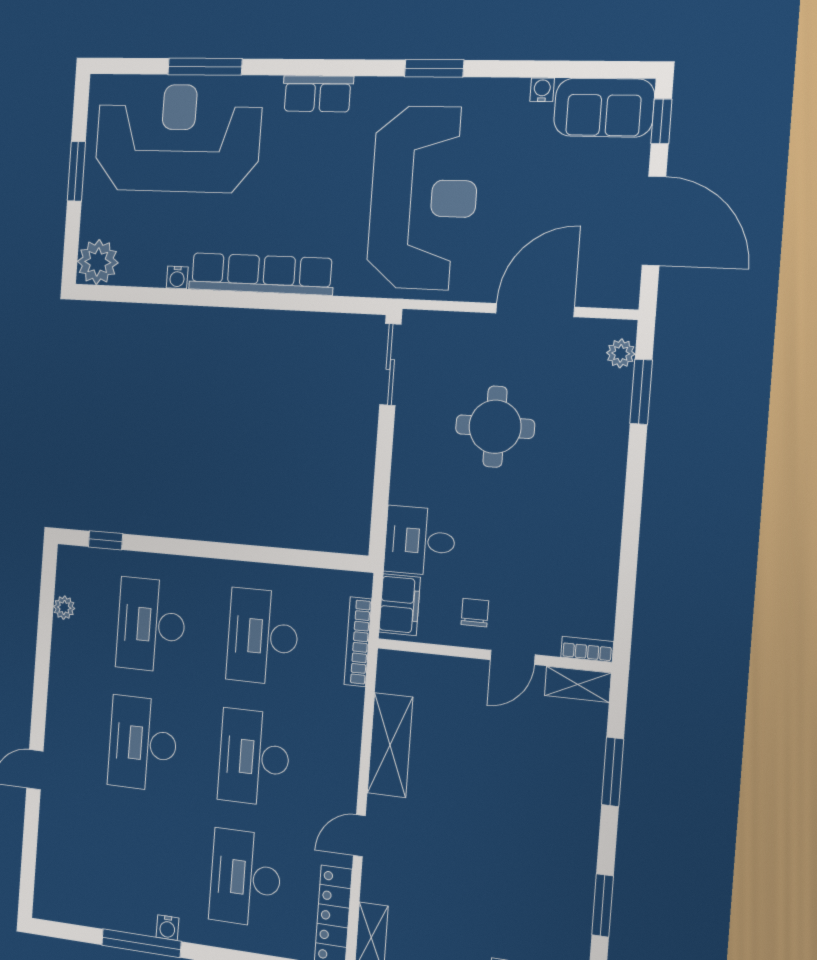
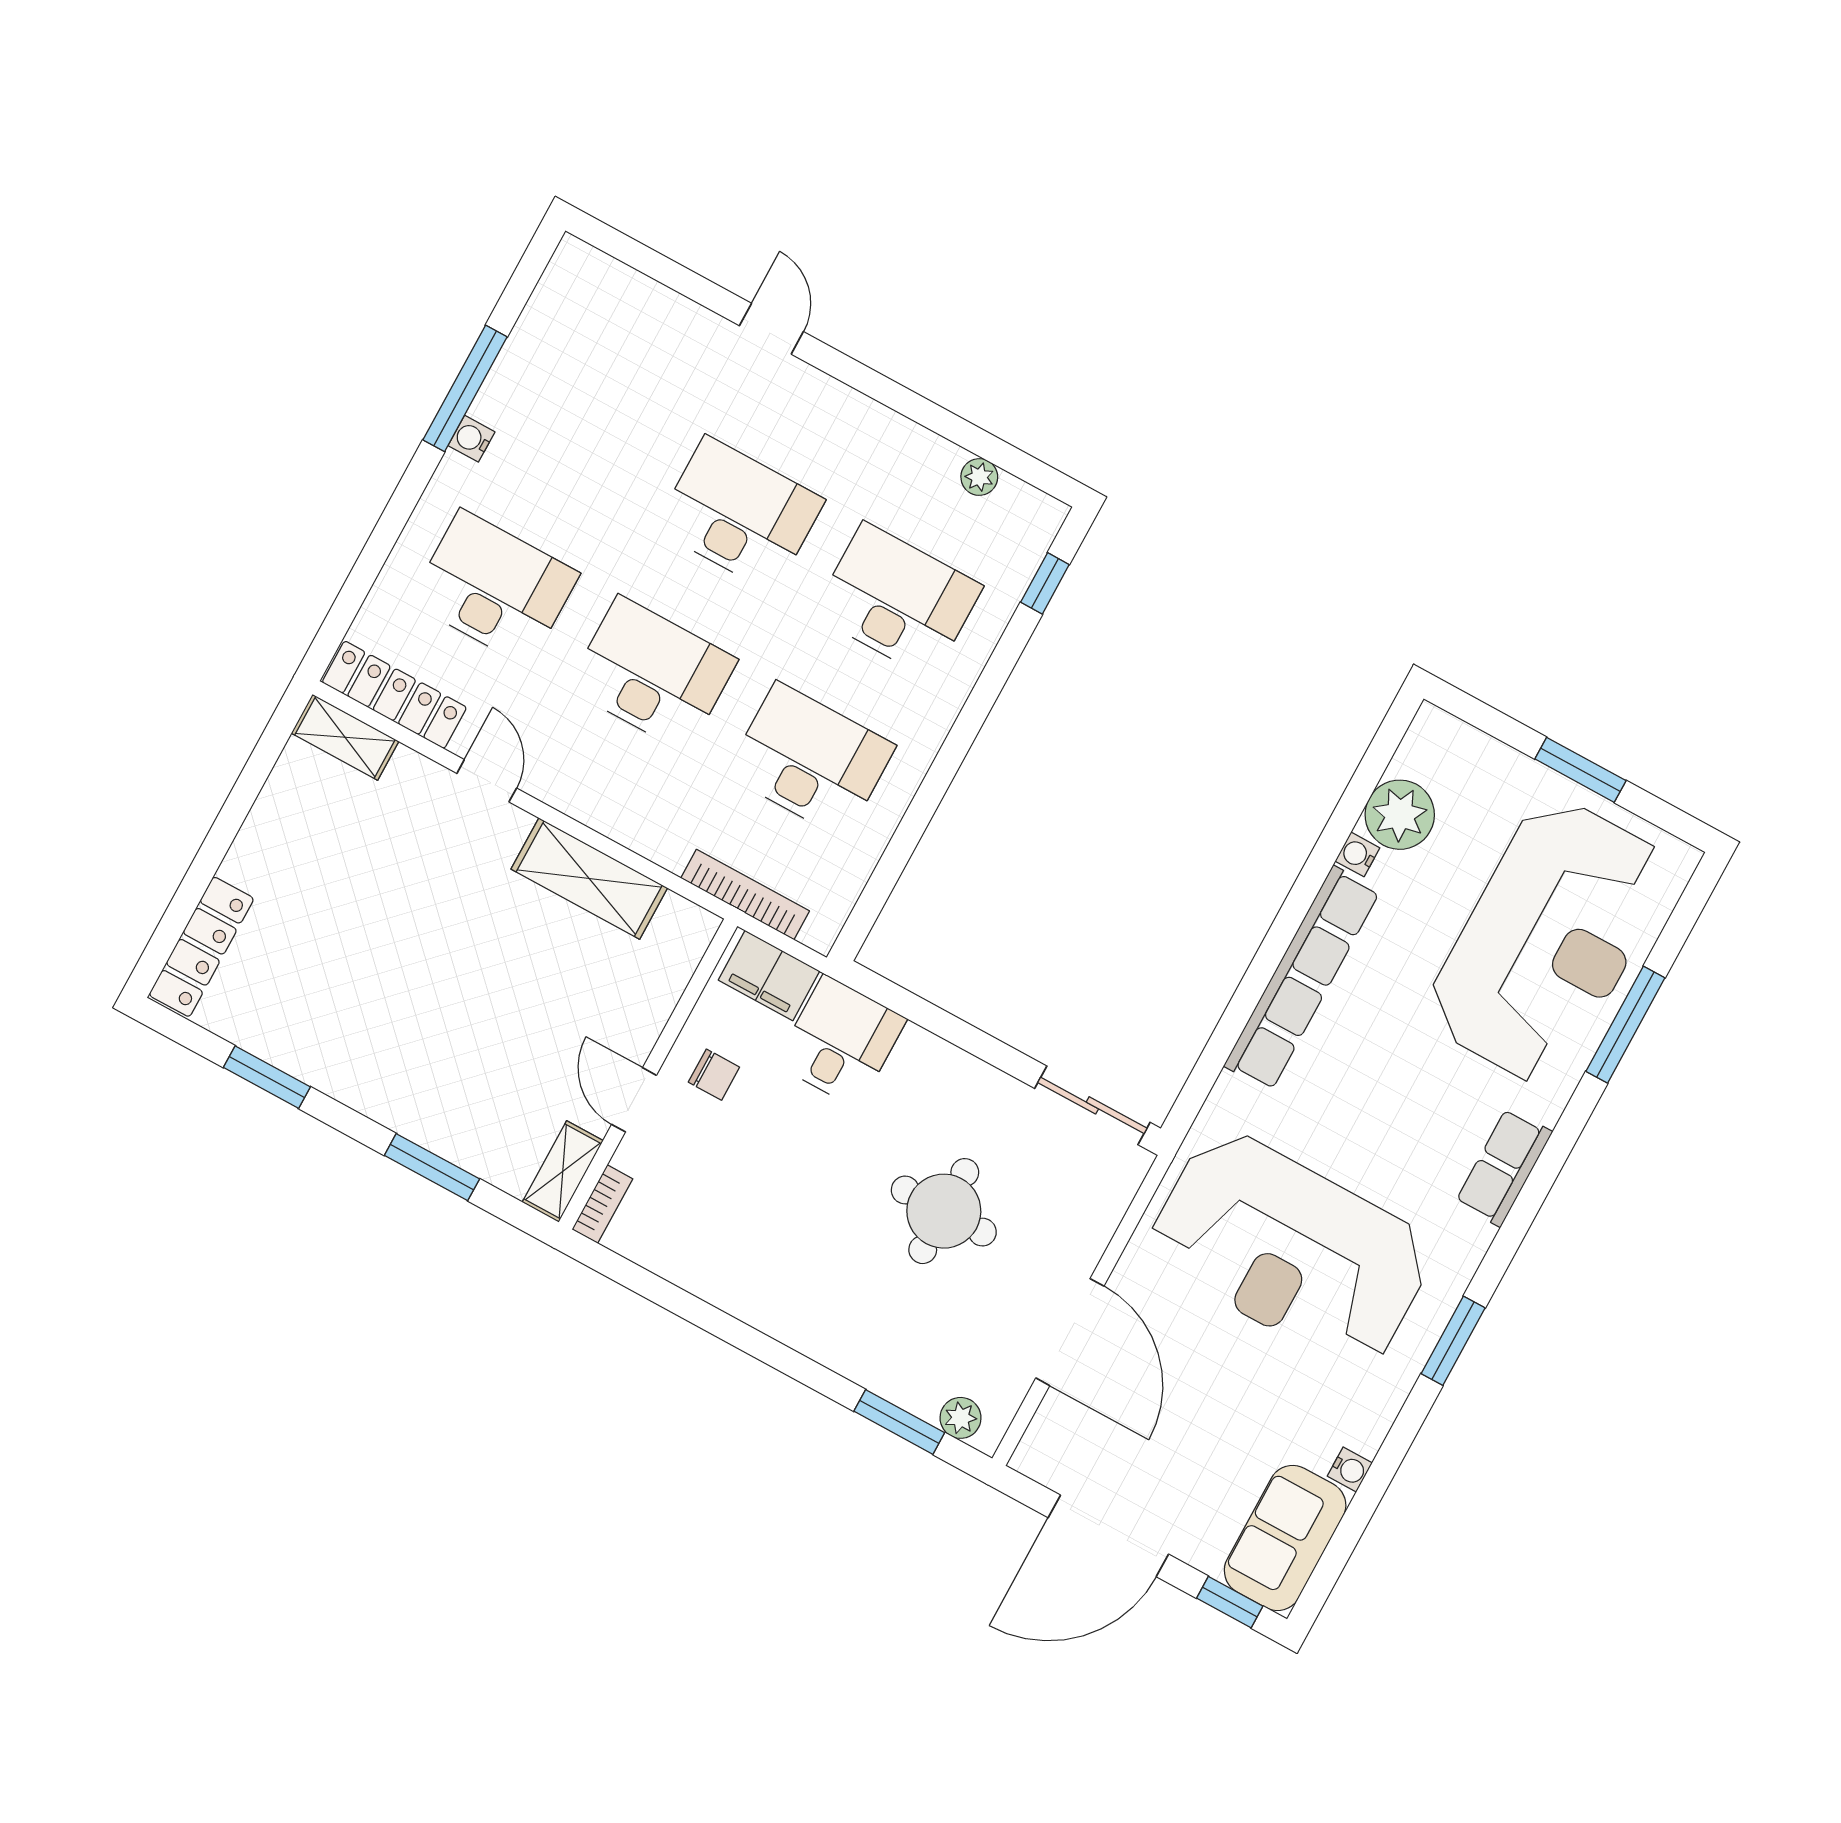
plant: (98, 262) -> (1400, 815), moved

